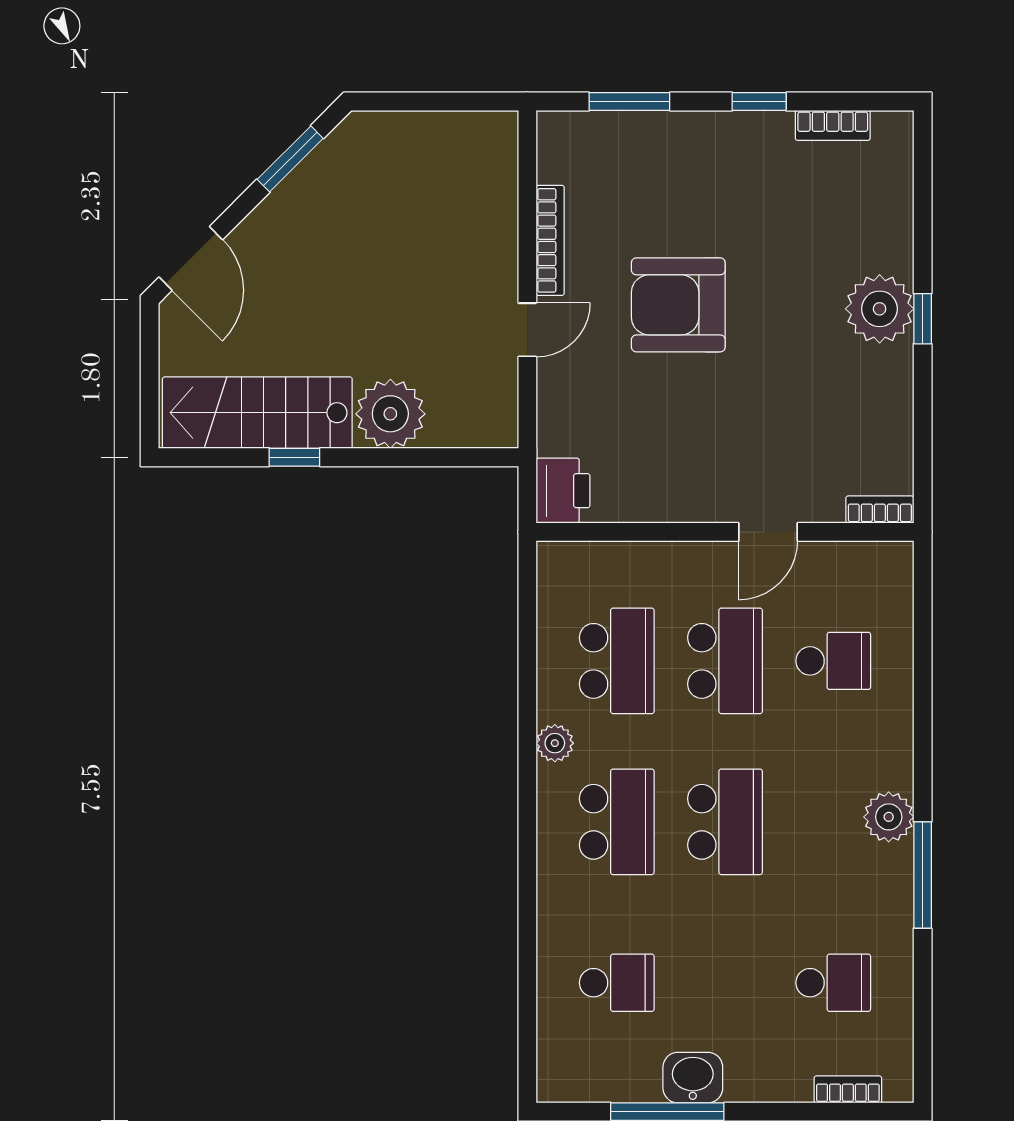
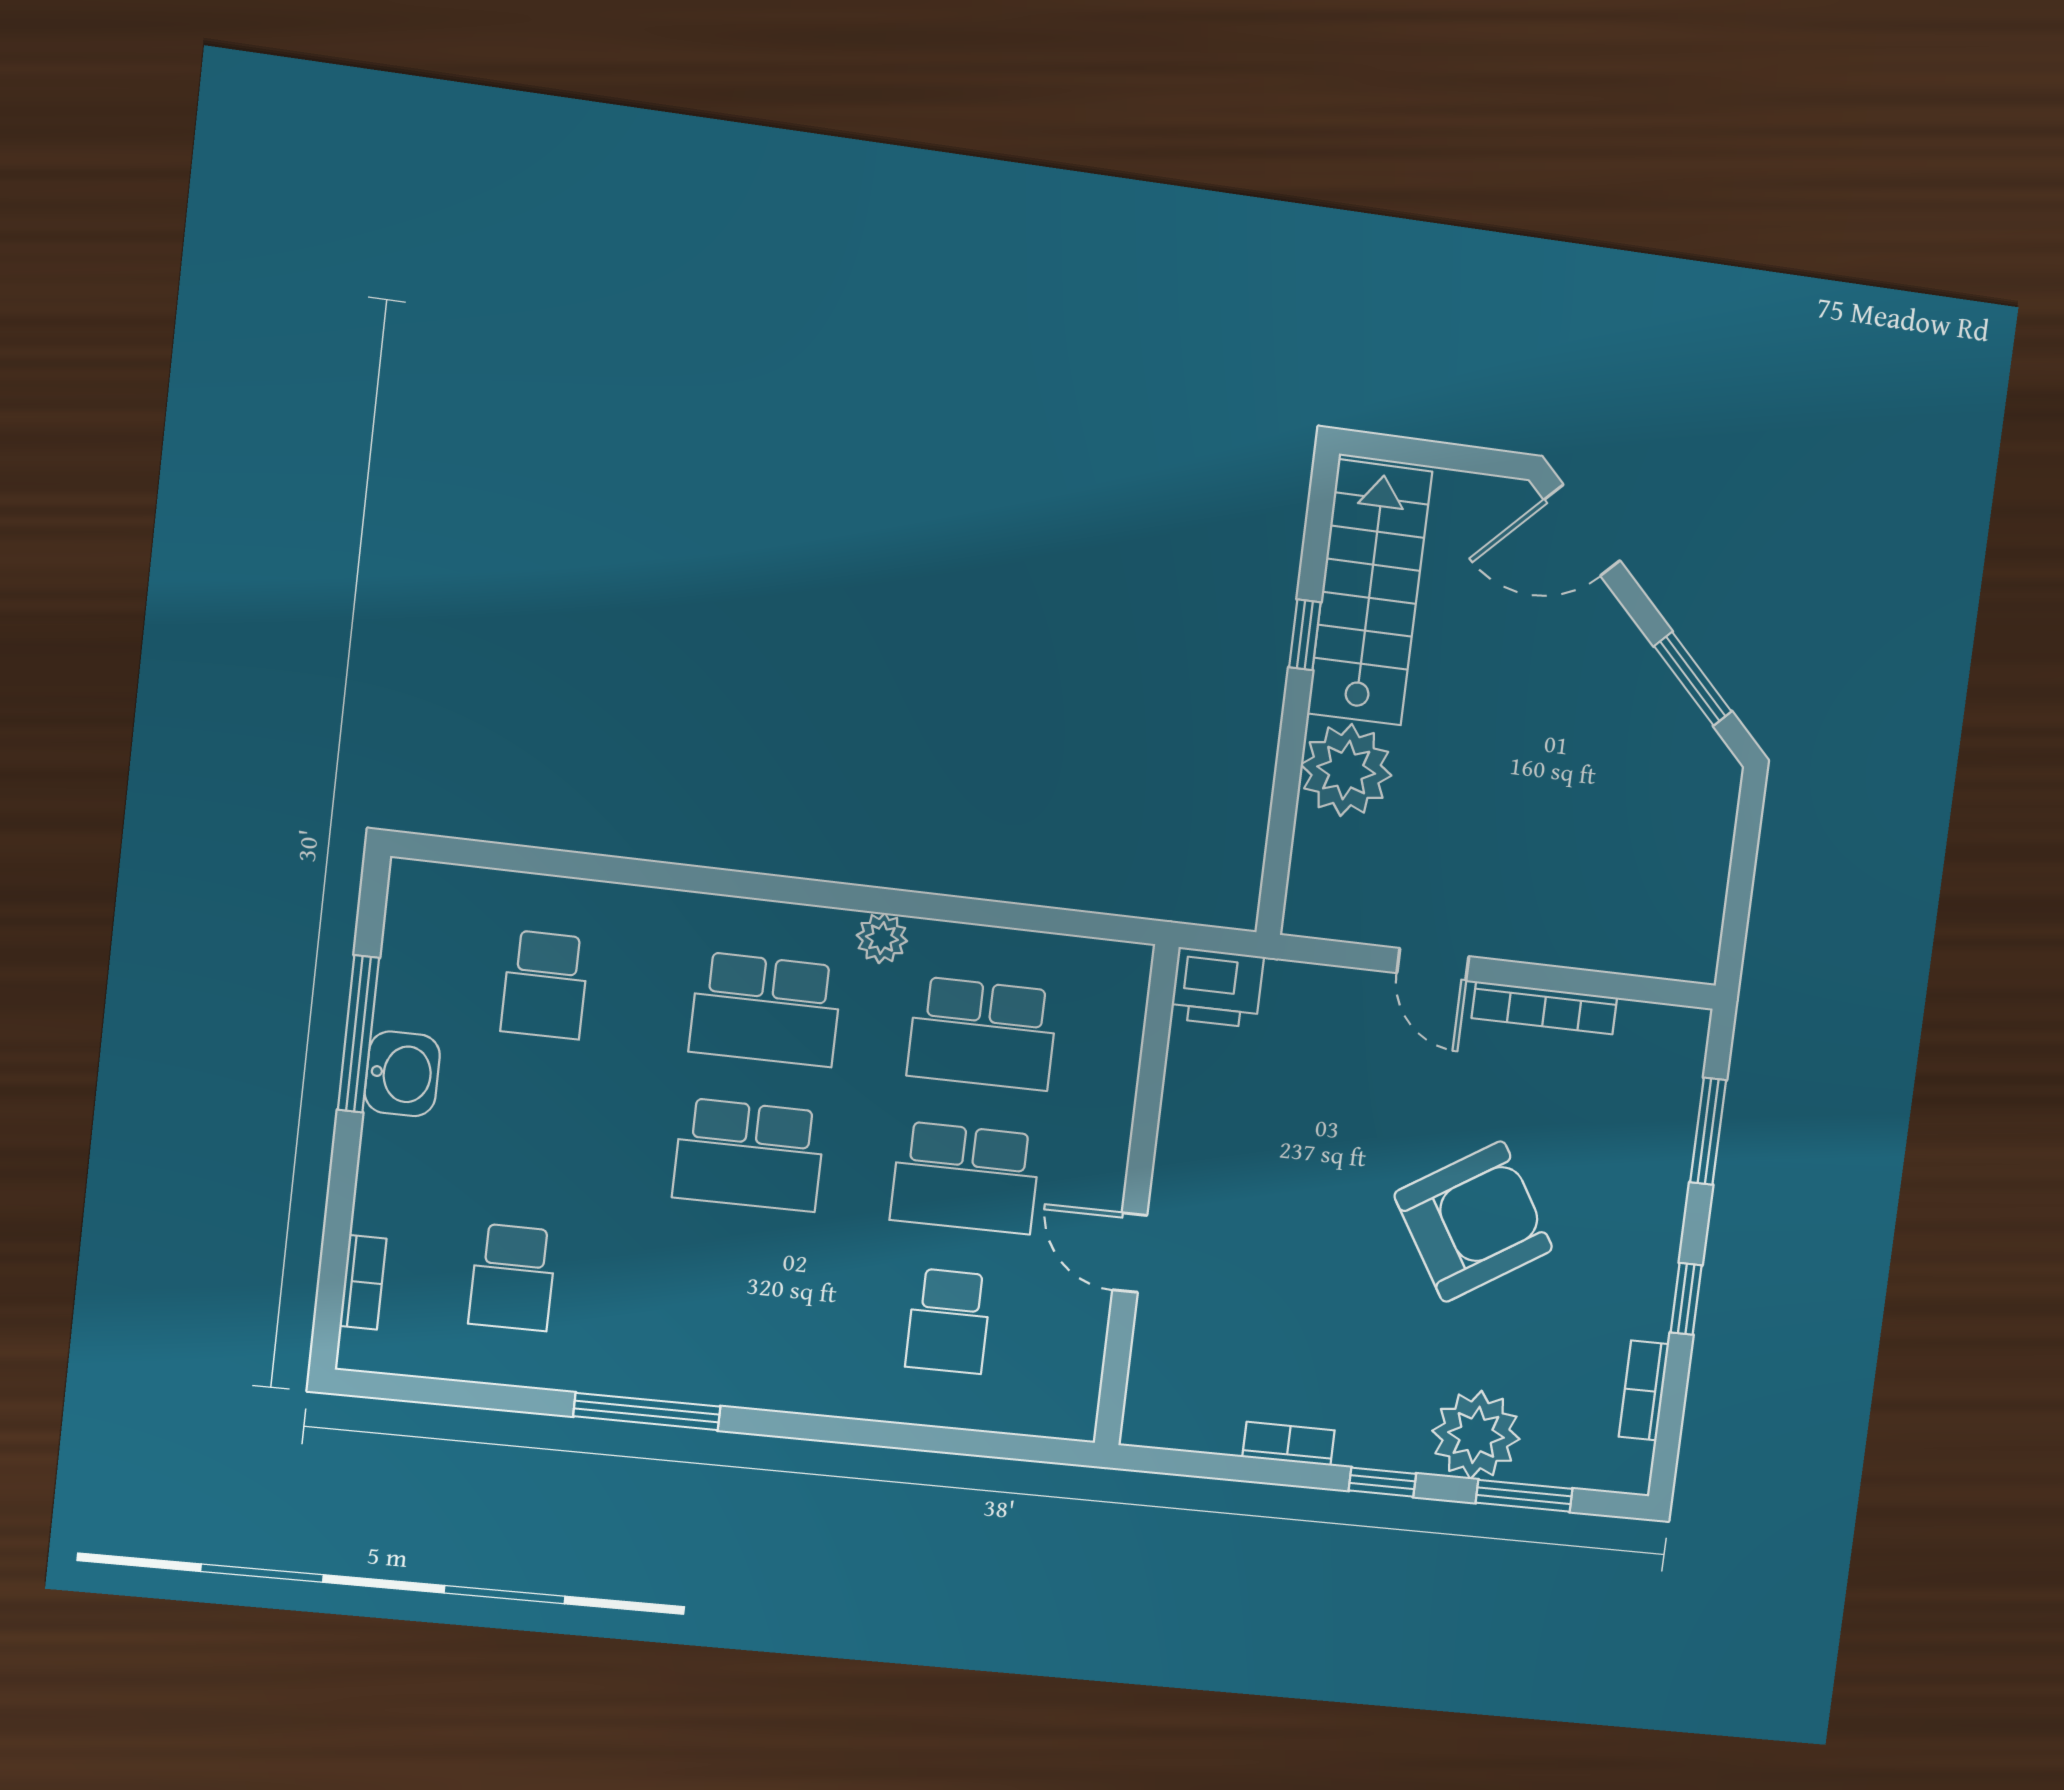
window: (923, 208) -> (1524, 1496), added
armchair: (678, 305) -> (1473, 1222), moved, turned 58
plant: (880, 309) -> (1476, 1435), moved
bookcase: (880, 510) -> (1289, 1444), moved, turned -90
plant: (889, 817) -> (731, 1374), removed

